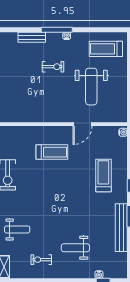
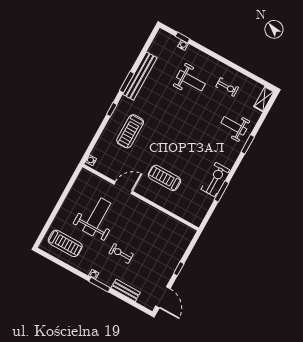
window: (57, 30) -> (99, 285), width x0.69

